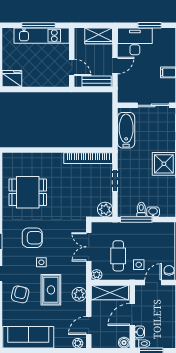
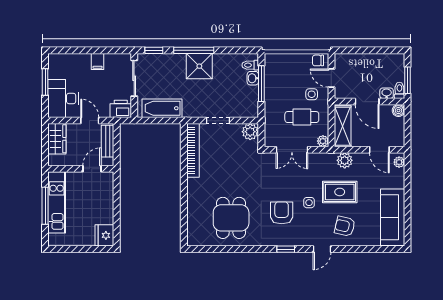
printer: (126, 93) -> (121, 109), added
toilet: (141, 210) -> (250, 65), moved
window: (136, 219) -> (261, 84), moved

